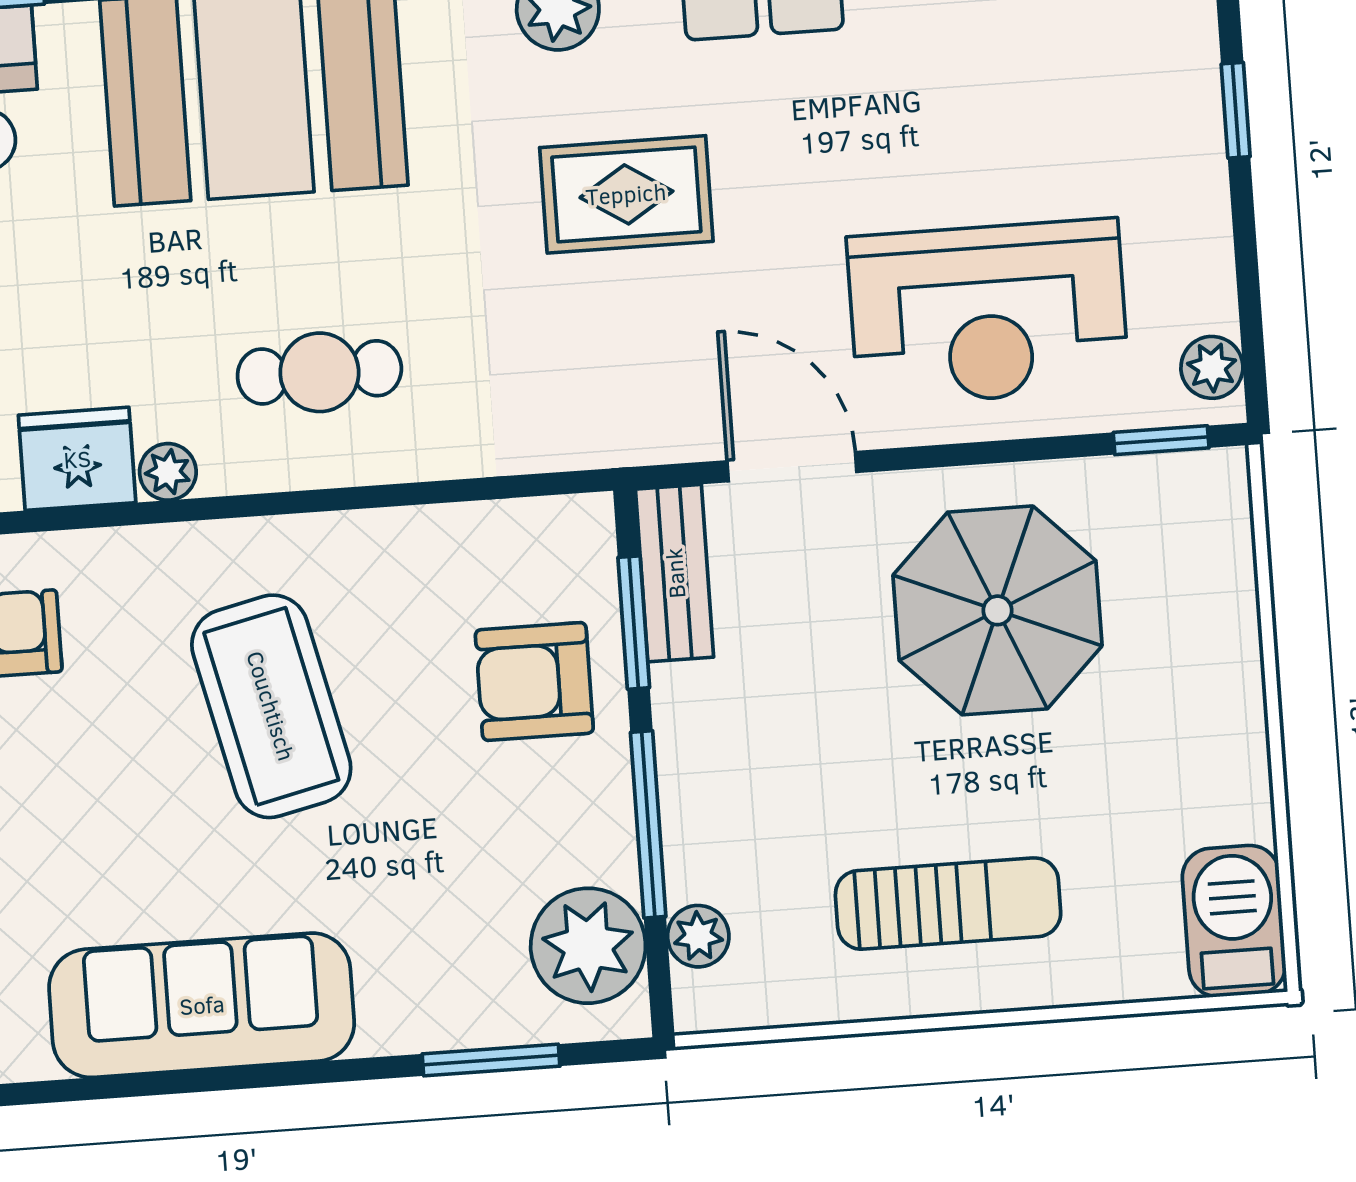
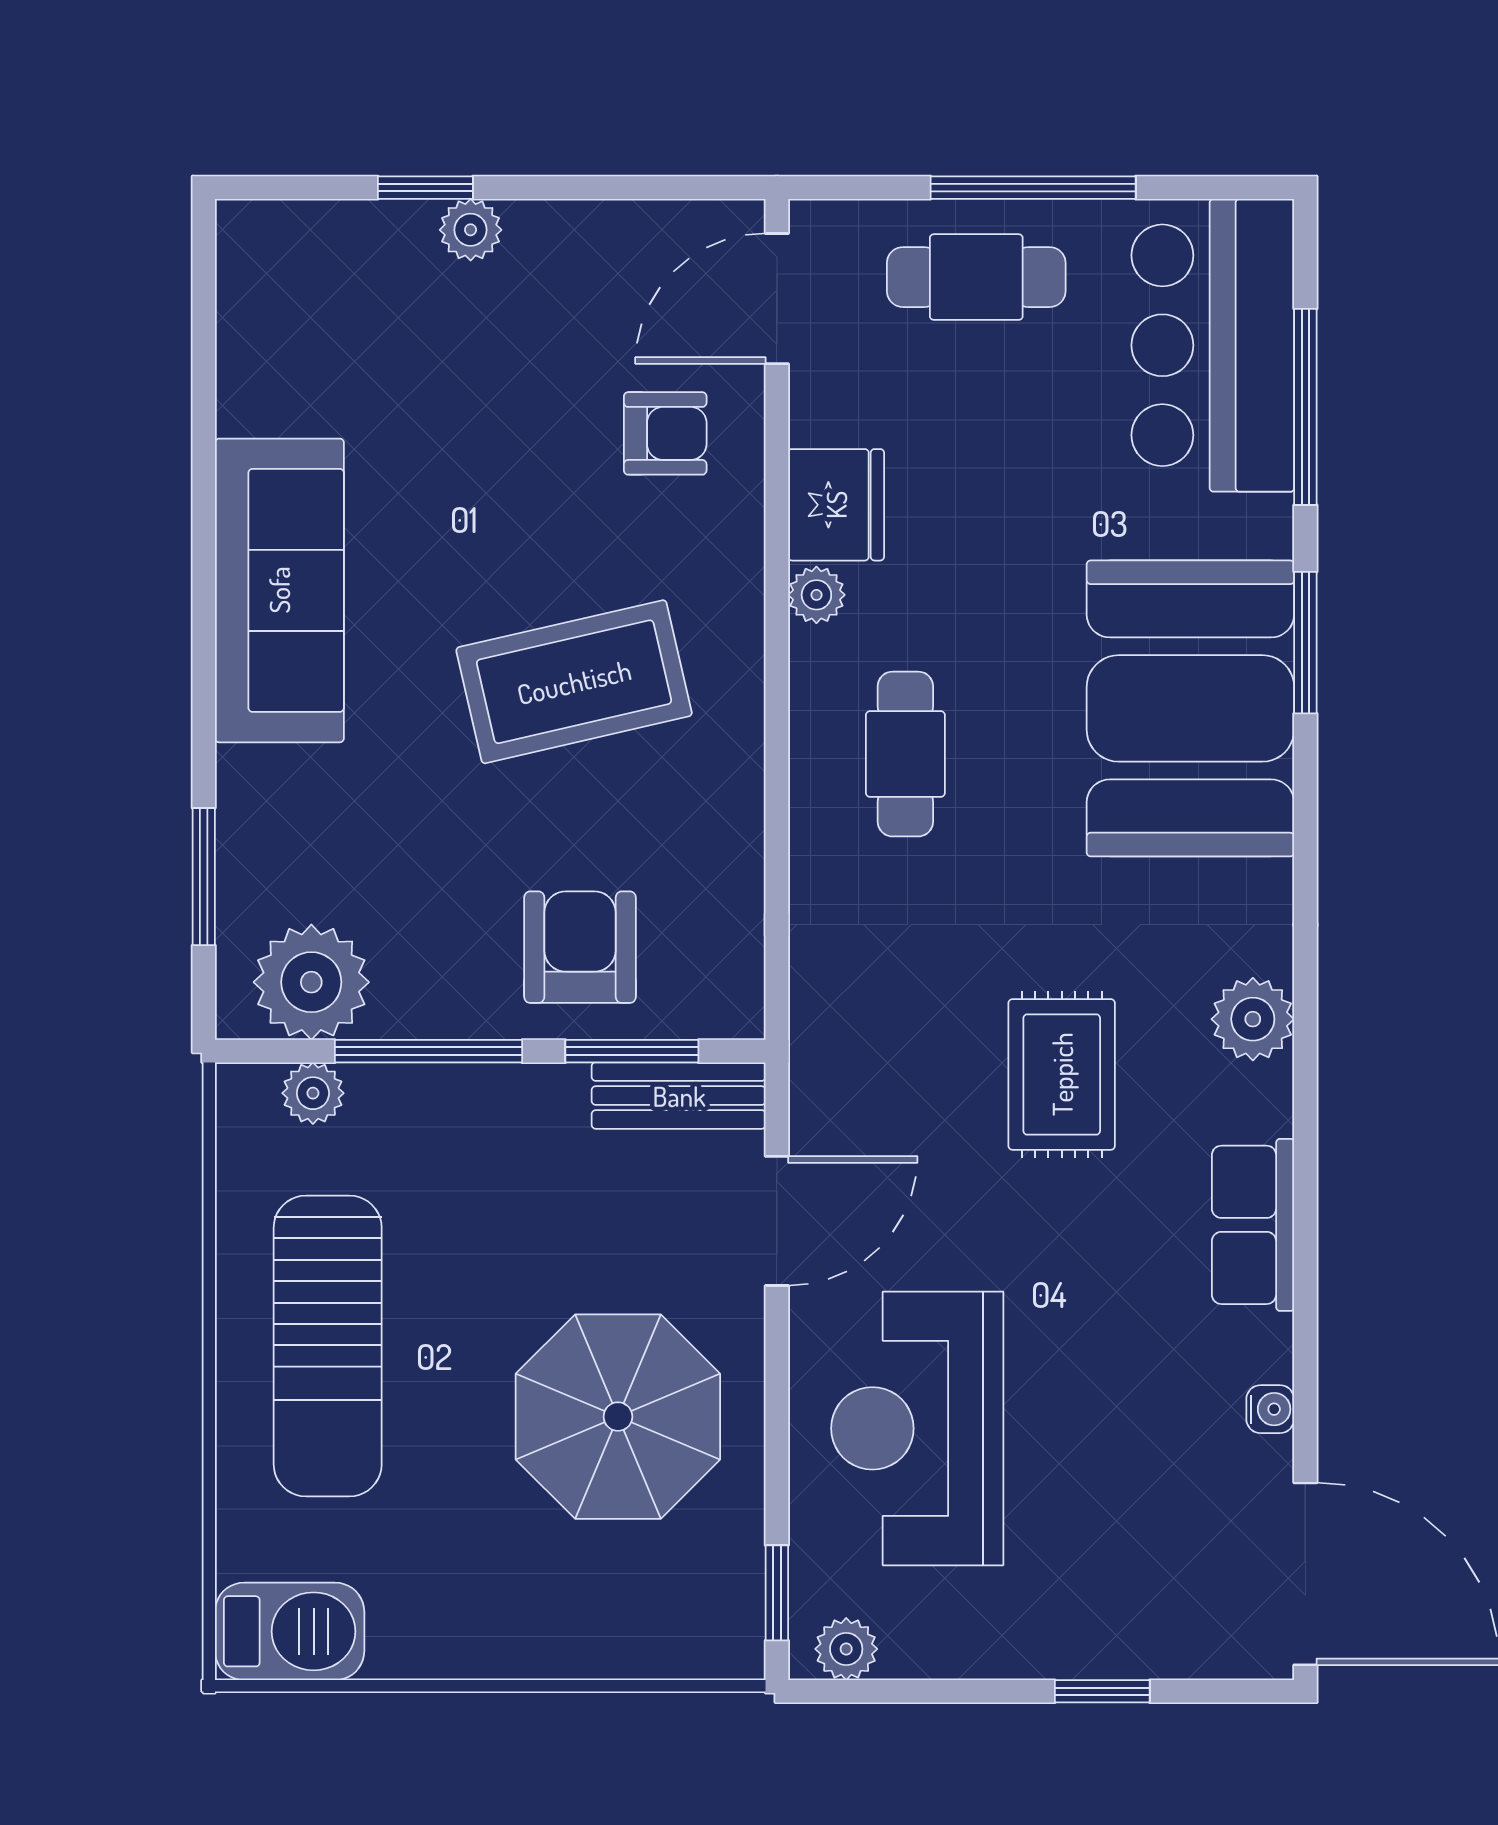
sun lounger: (948, 904) -> (328, 1346), width x1.36, depth x1.34

